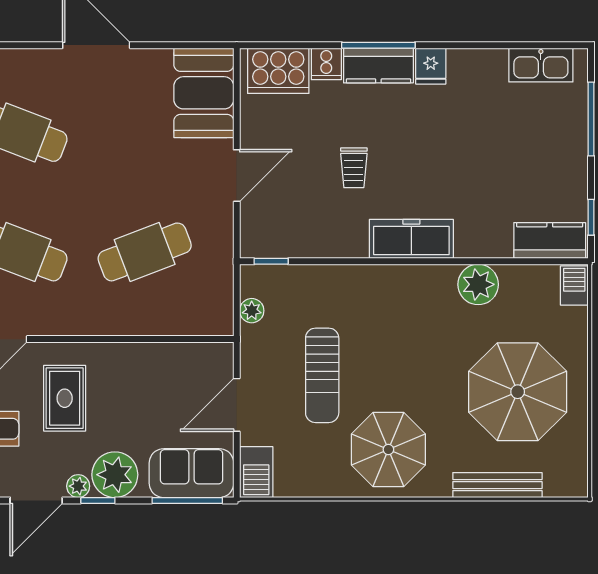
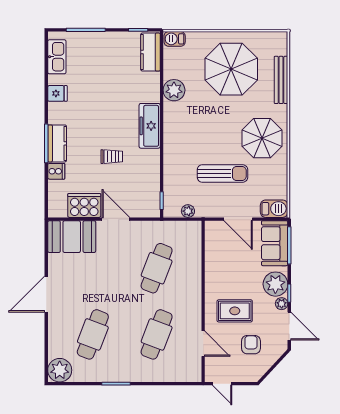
fridge: (431, 66) -> (57, 93), moved
cooker: (278, 71) -> (84, 205), moved, turned -90
cafe table: (145, 252) -> (157, 268), turned 42

